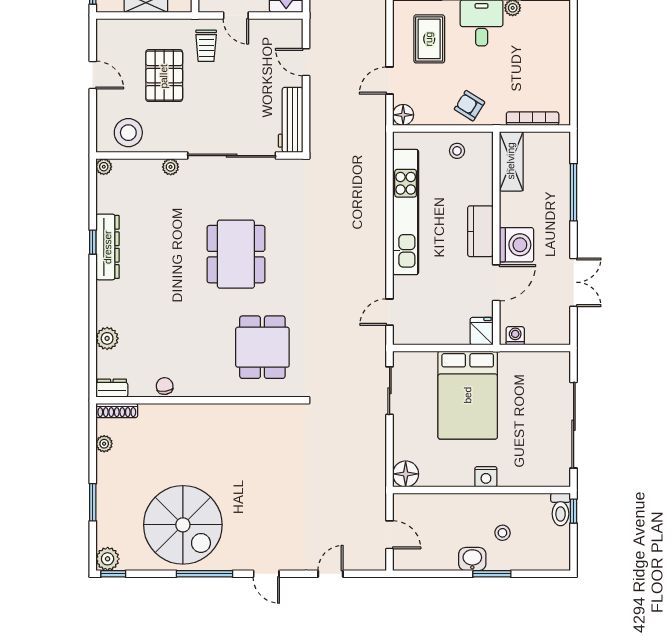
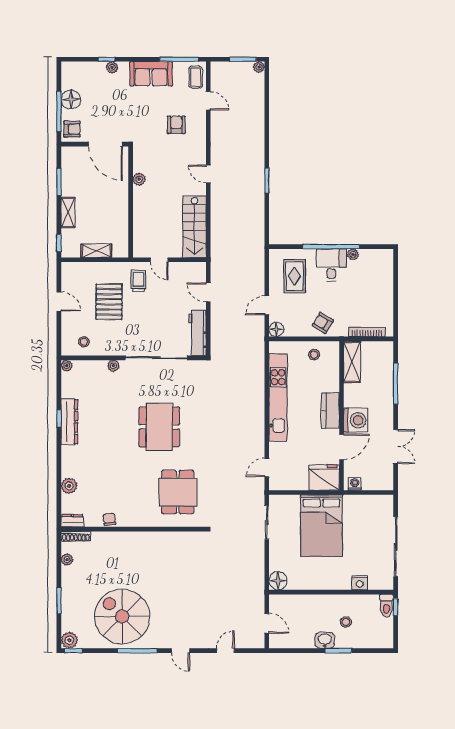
trolley: (206, 46) -> (138, 281), turned 180
stool: (128, 133) -> (84, 342), width x0.53, depth x0.53
fridge: (482, 331) -> (324, 478), width x1.88, depth x1.34
nightstand: (486, 477) -> (360, 583), moved
spiral stairs: (183, 525) -> (122, 616), turned 180

